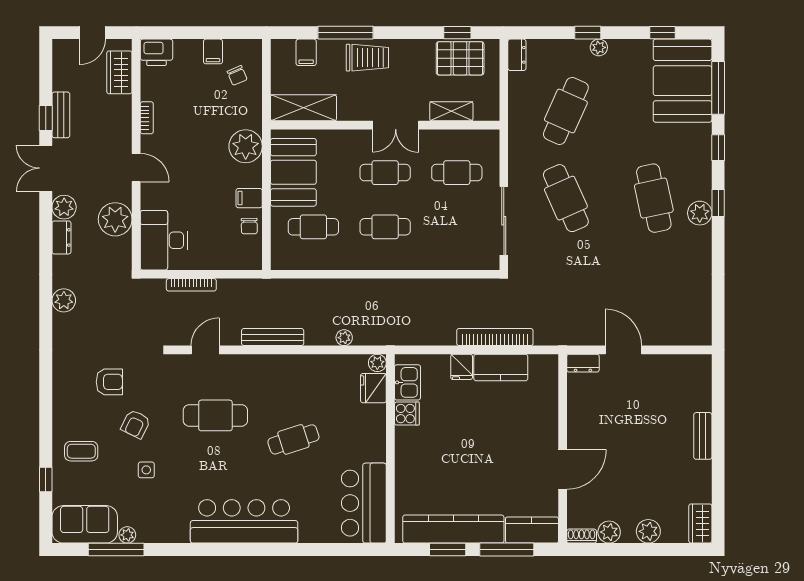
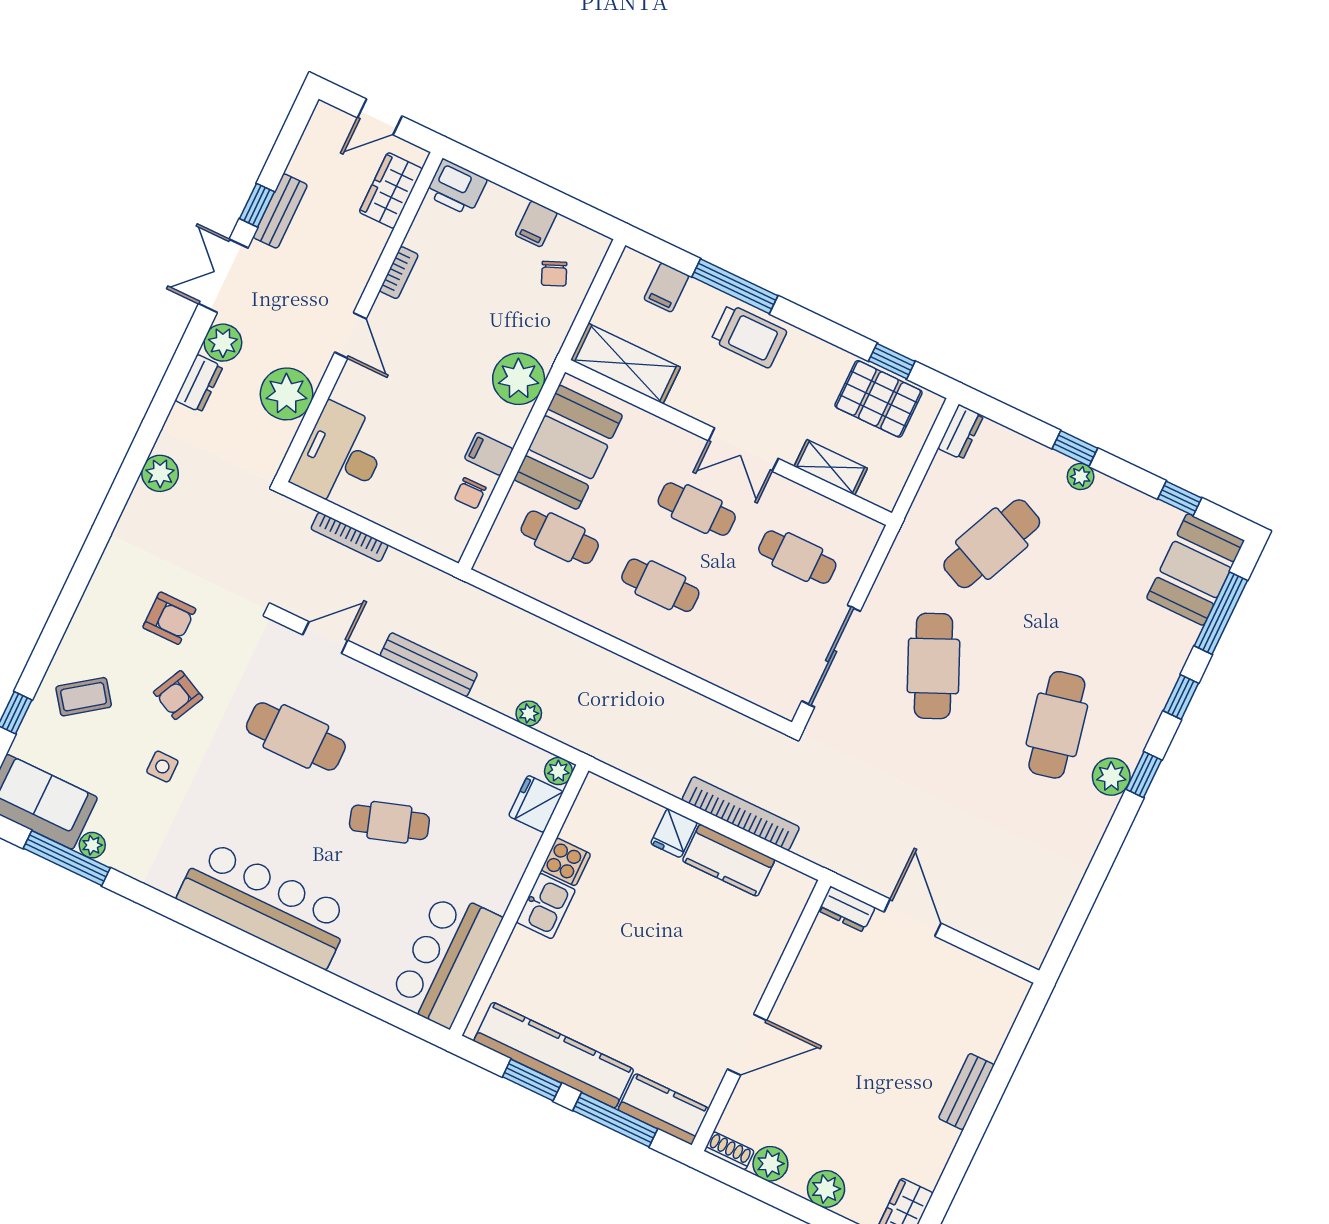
booth: (683, 81) -> (1195, 570), width x0.73, depth x0.70
kitchen sink: (407, 382) -> (546, 906), moved
coffee table: (81, 451) -> (84, 697), turned -36

